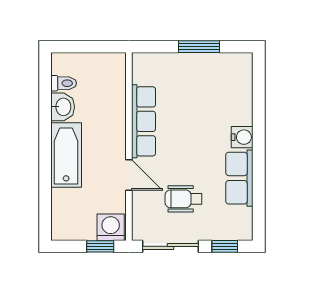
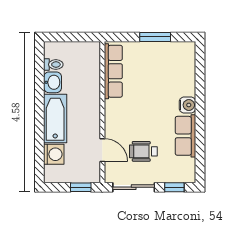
row of seats: (143, 121) -> (113, 71), moved
door: (129, 175) -> (102, 150), moved
washing machine: (111, 227) -> (54, 154), moved, turned 90

